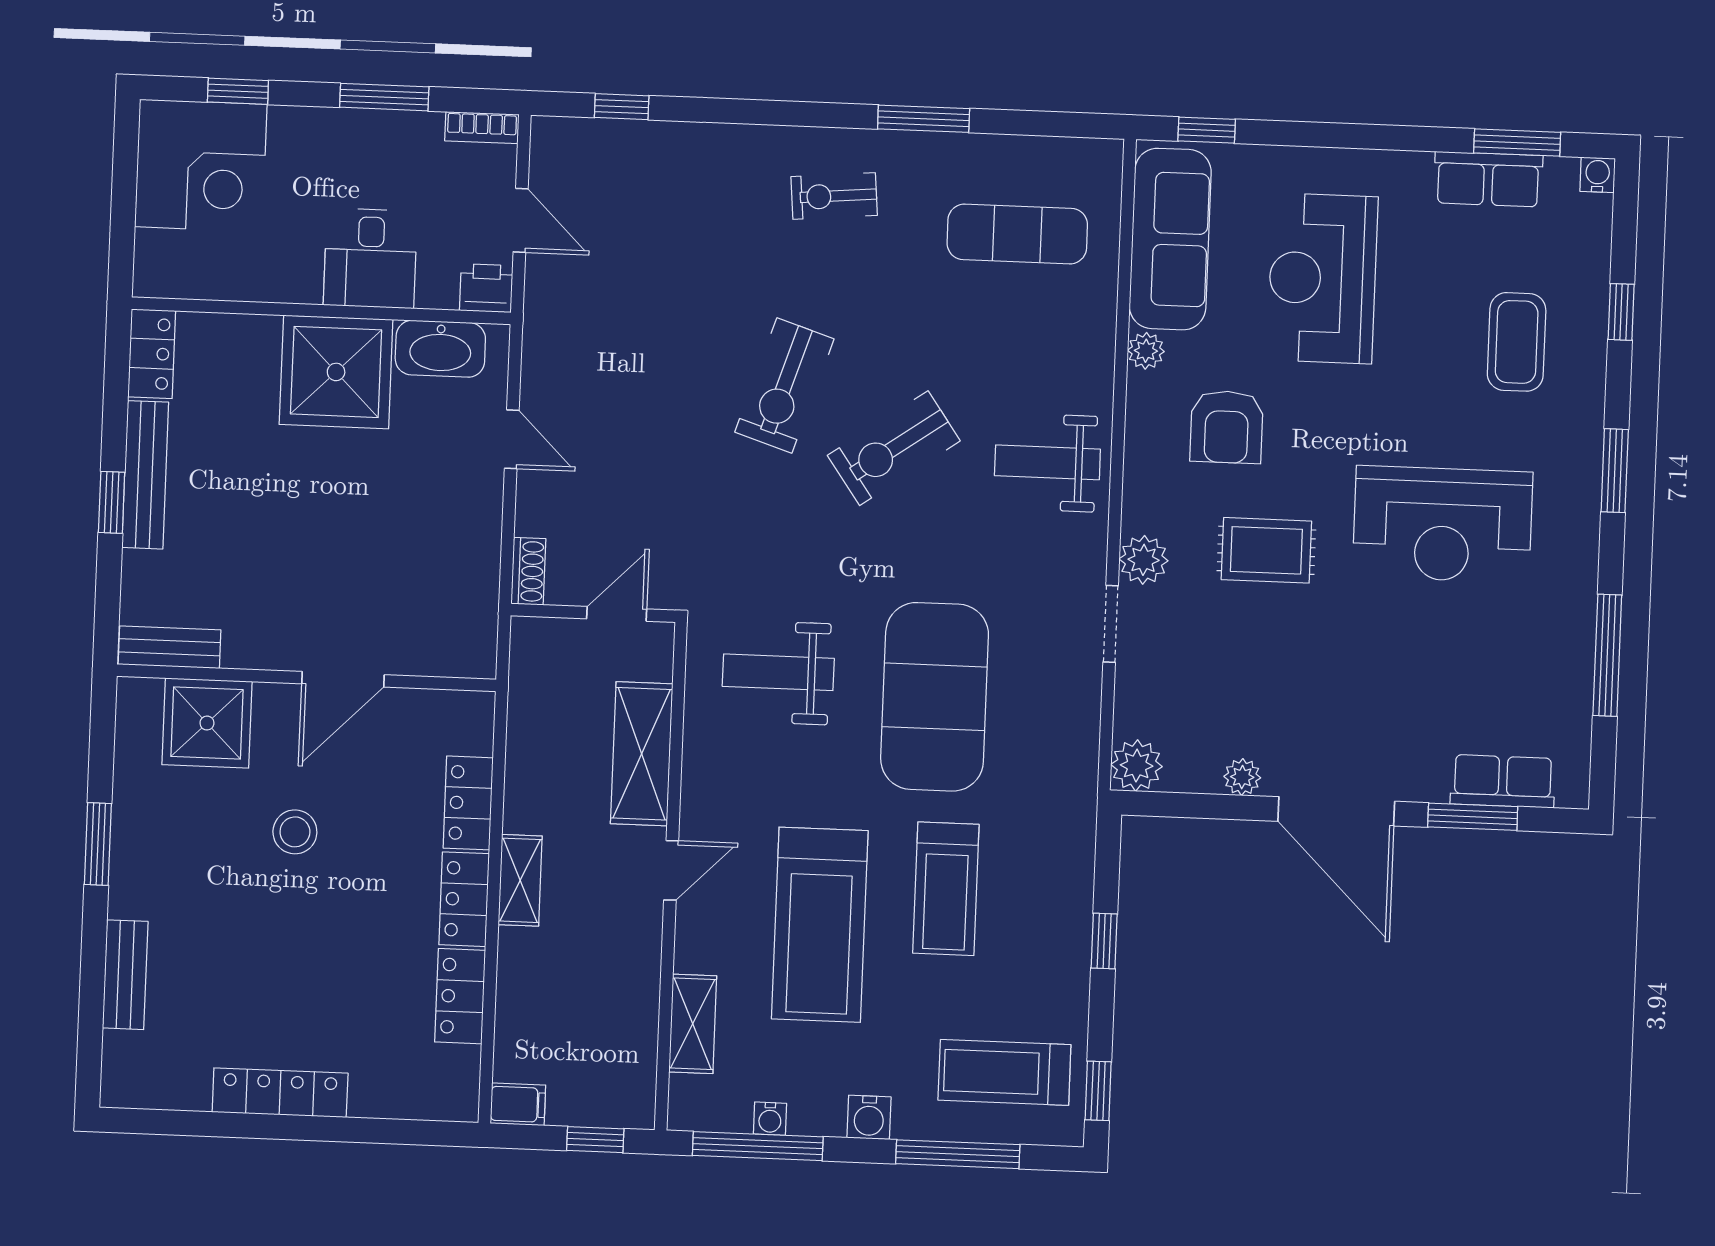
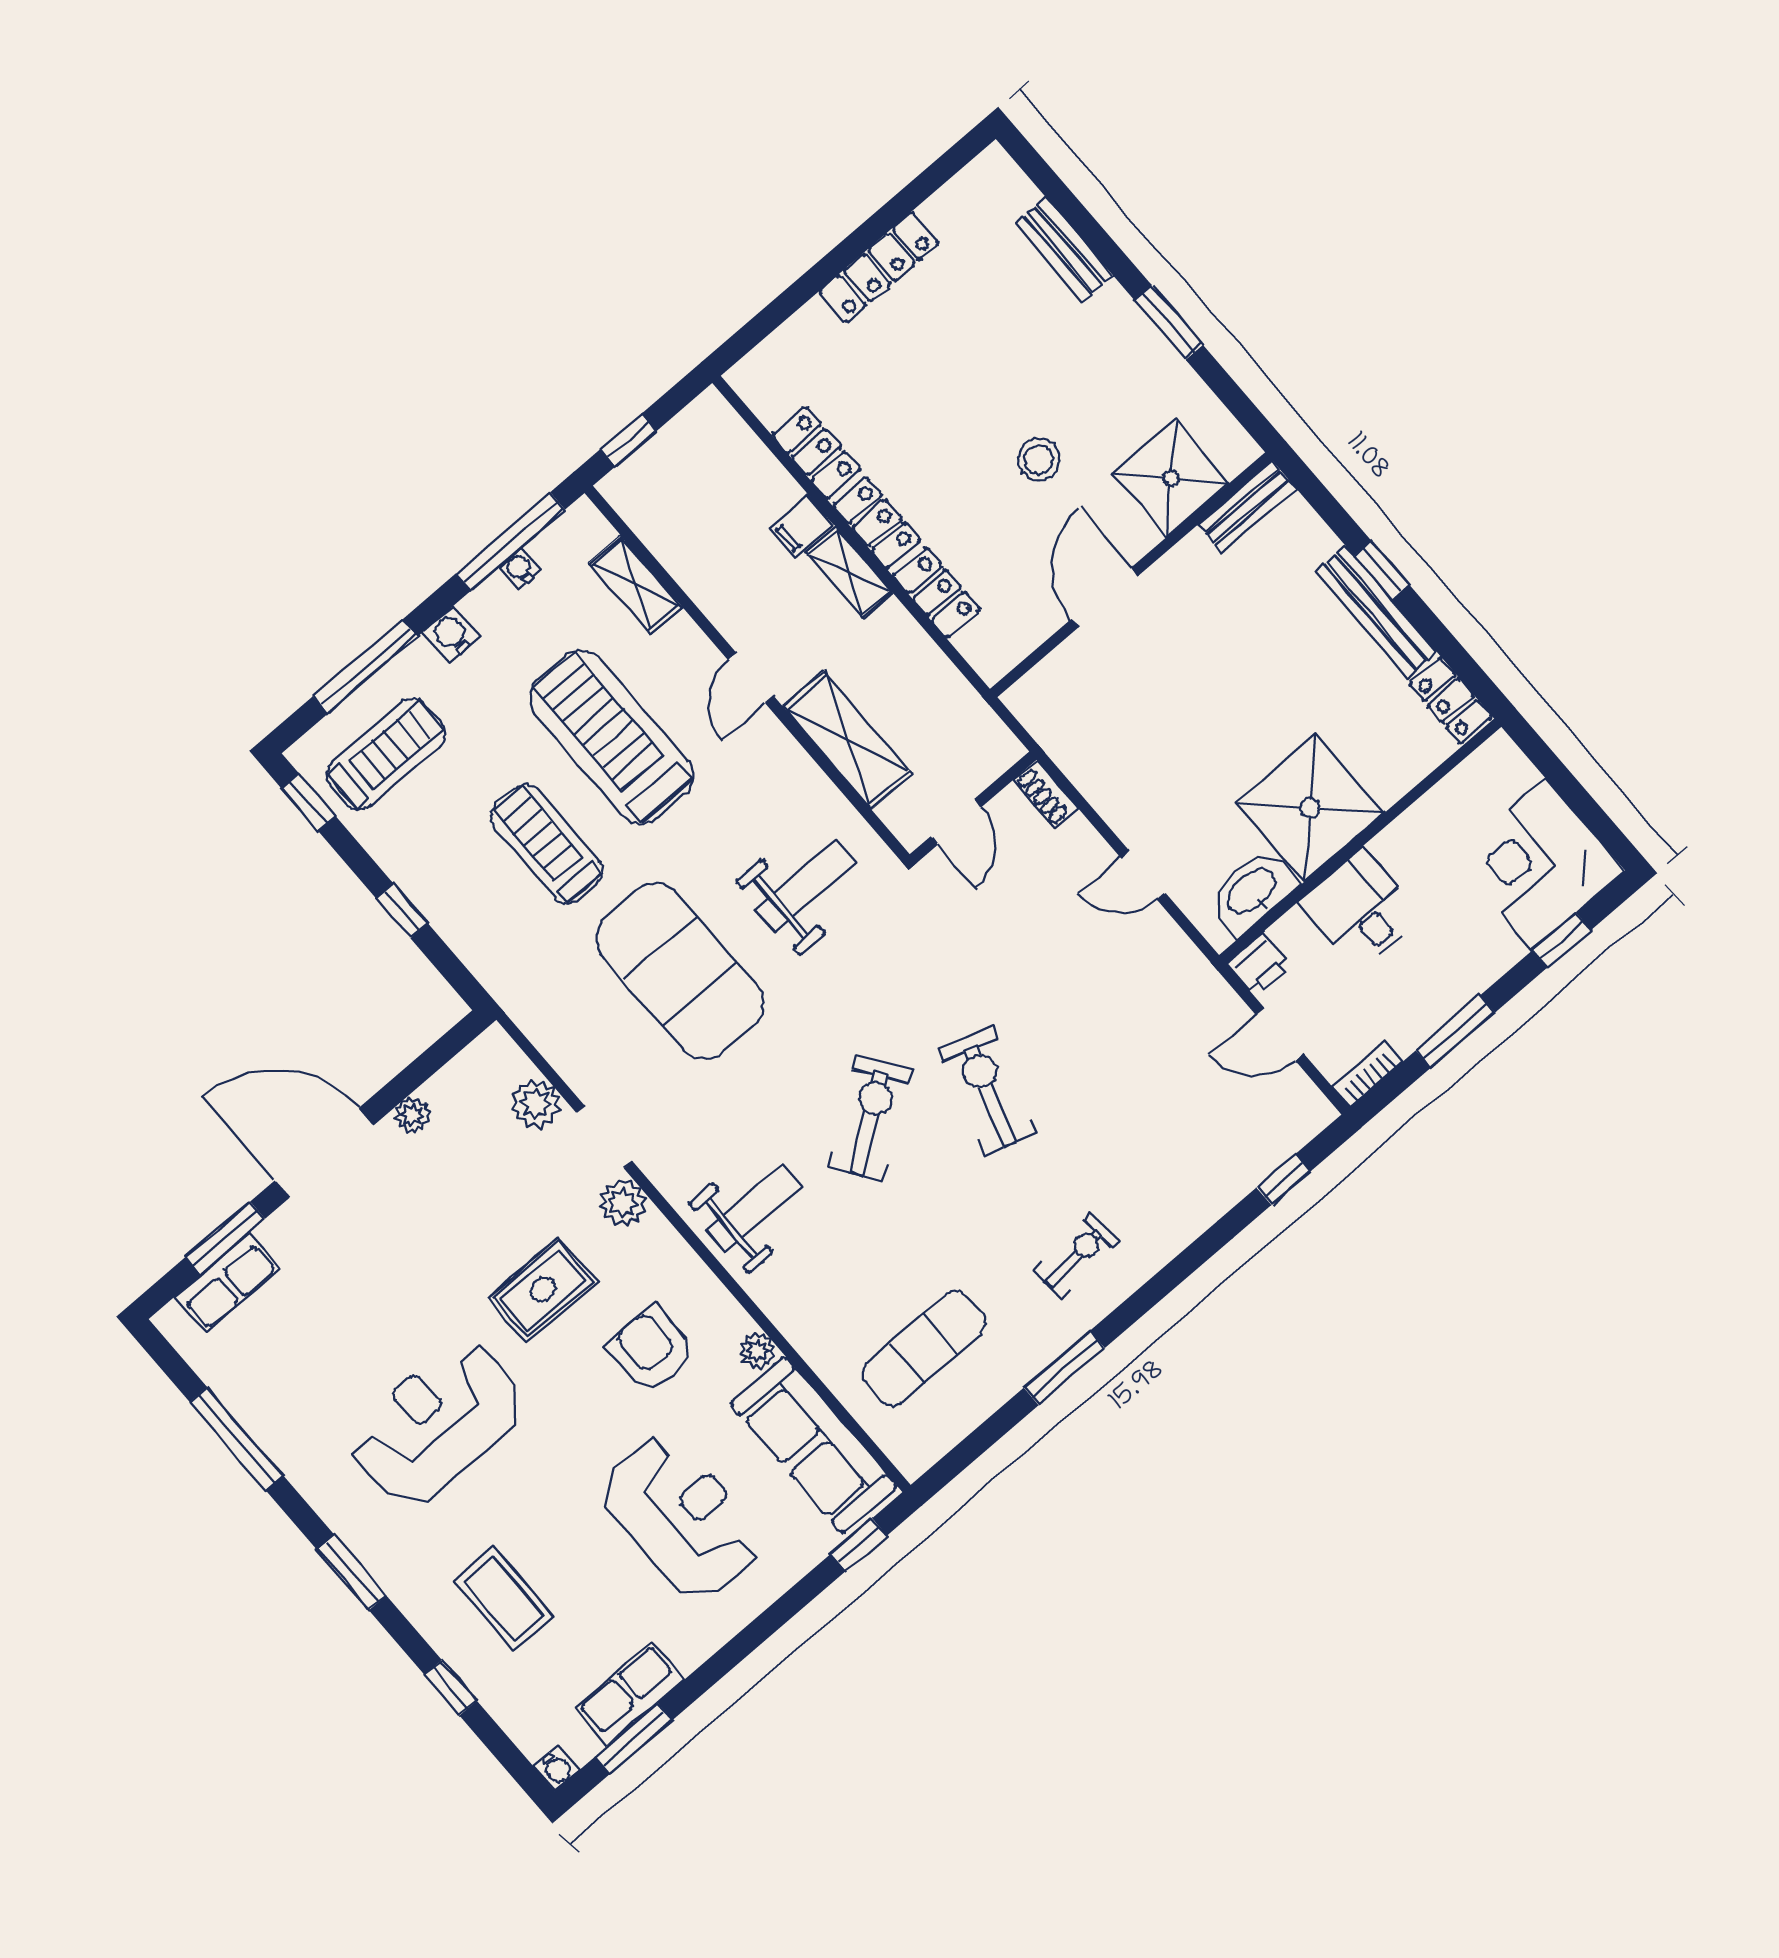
plant: (1137, 765) -> (536, 1104), moved
filing cabinet: (518, 1104) -> (802, 527), moved

